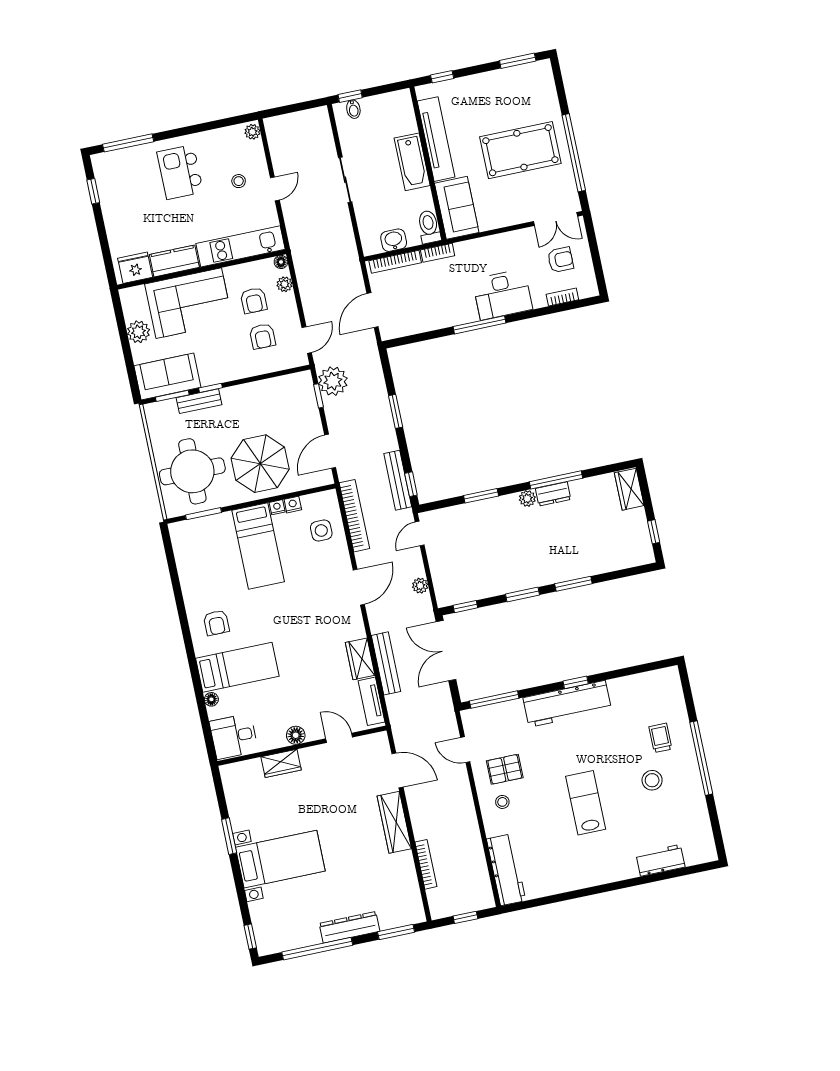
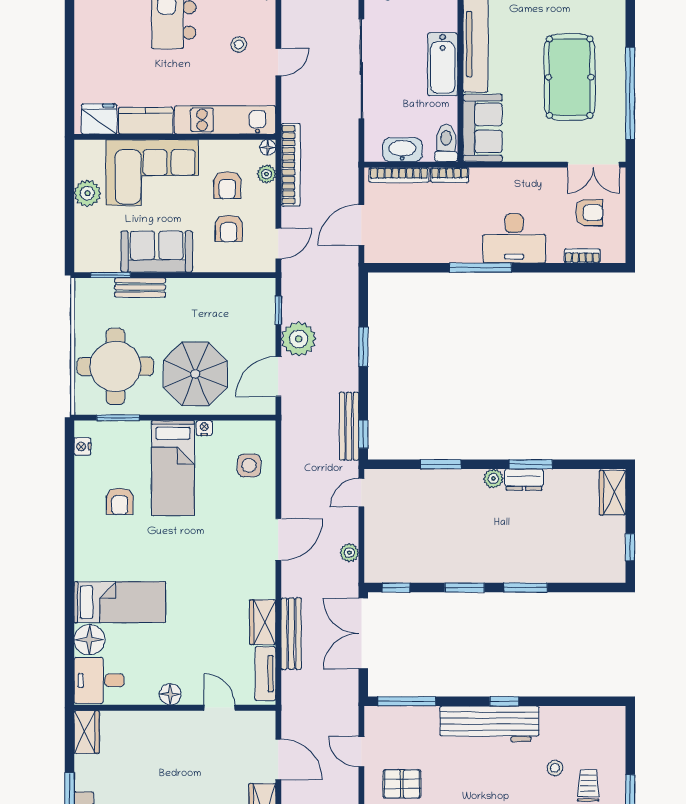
pool table: (520, 150) -> (570, 77), turned 90
sliding door: (345, 180) -> (361, 69), width x1.86
window: (93, 191) -> (69, 21), removed
washbasin: (394, 240) -> (402, 150), width x1.38
sofa: (167, 377) -> (157, 252), moved
plant: (333, 381) -> (299, 339), moved
window: (210, 388) -> (156, 275), removed
window: (556, 480) -> (531, 464), width x0.69
nightstand: (293, 505) -> (82, 446), moved, turned -90
bookcase: (354, 516) -> (291, 165), moved
armchair: (216, 623) -> (120, 501), moved
floor lamp: (211, 699) -> (89, 640), width x1.89, depth x1.89
stool: (630, 729) -> (555, 768), added
wardrobe: (281, 763) -> (87, 732), moved, turned -90

